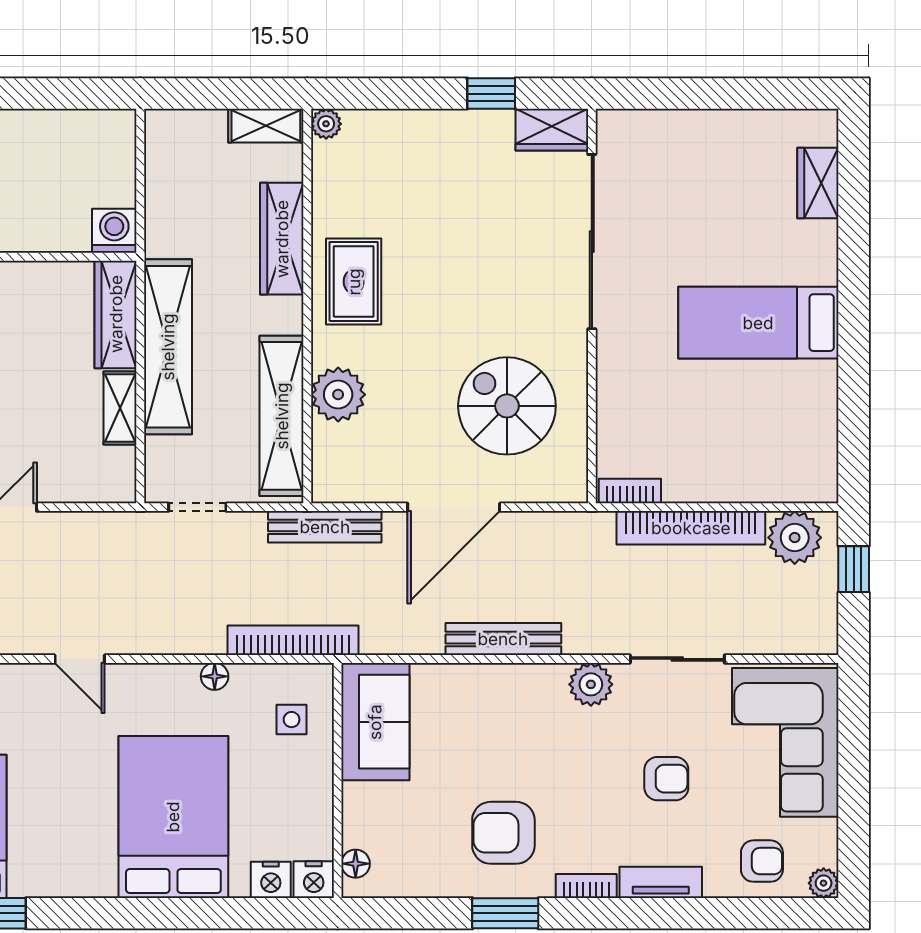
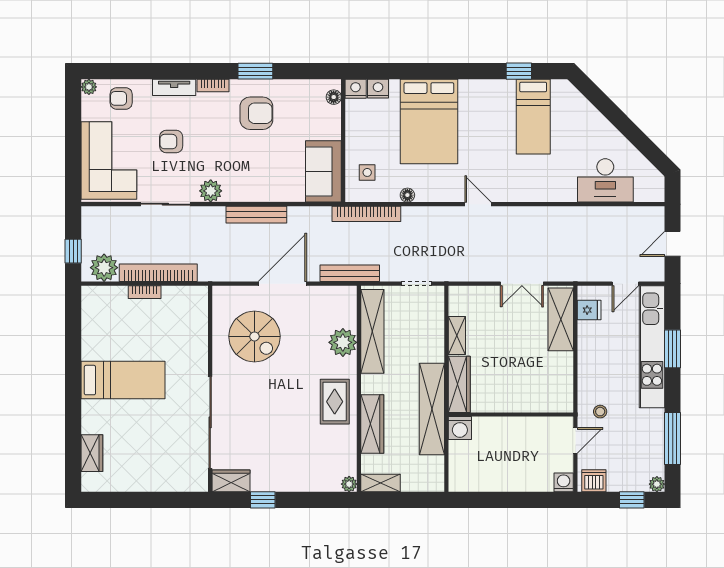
shelving: (168, 347) -> (432, 409), moved
bookcase: (630, 491) -> (145, 292), moved

